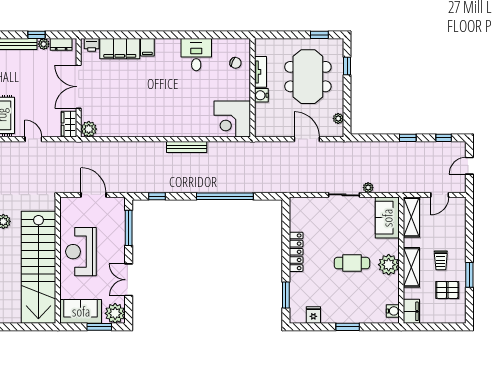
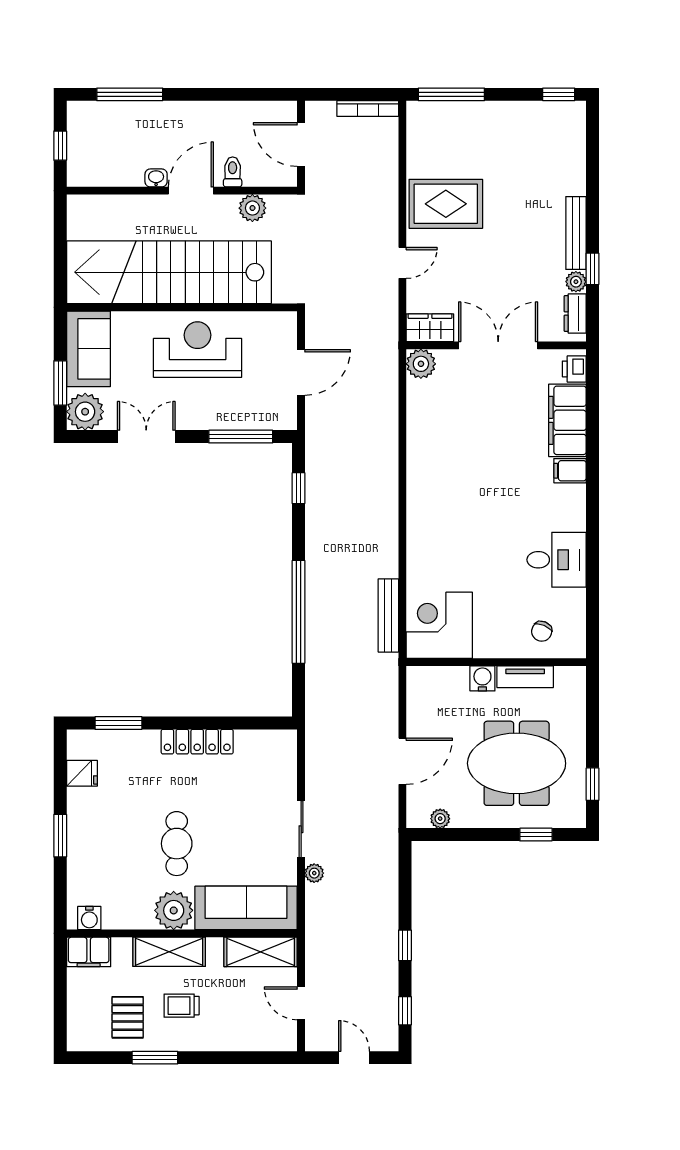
bench: (187, 147) -> (388, 615), moved
sofa: (387, 218) -> (246, 908), width x1.36

